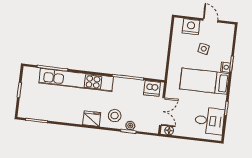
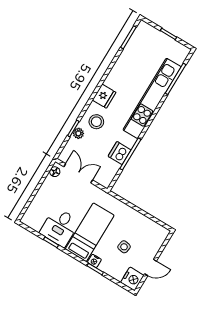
nightstand: (191, 27) -> (132, 279), moved
dishwasher: (152, 88) -> (120, 153), moved
double door: (162, 111) -> (78, 173), swing flipped
desk: (210, 121) -> (60, 227), moved

